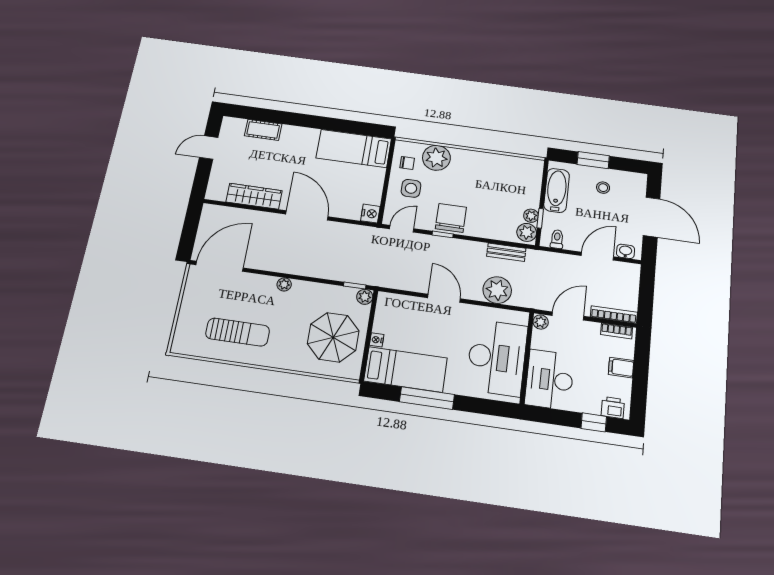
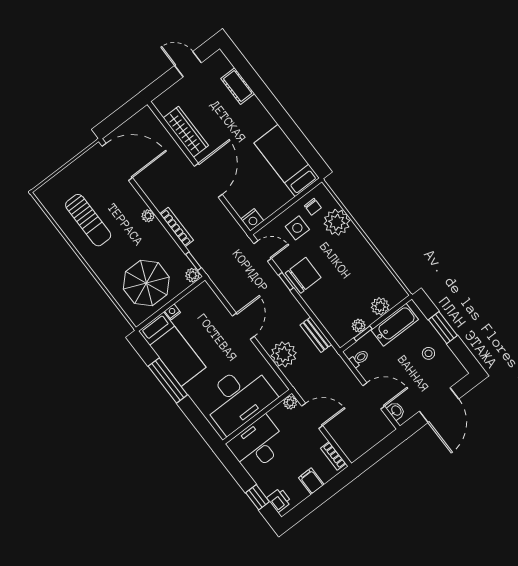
plant: (527, 232) -> (380, 306), moved
bookcase: (614, 315) -> (177, 227), moved

